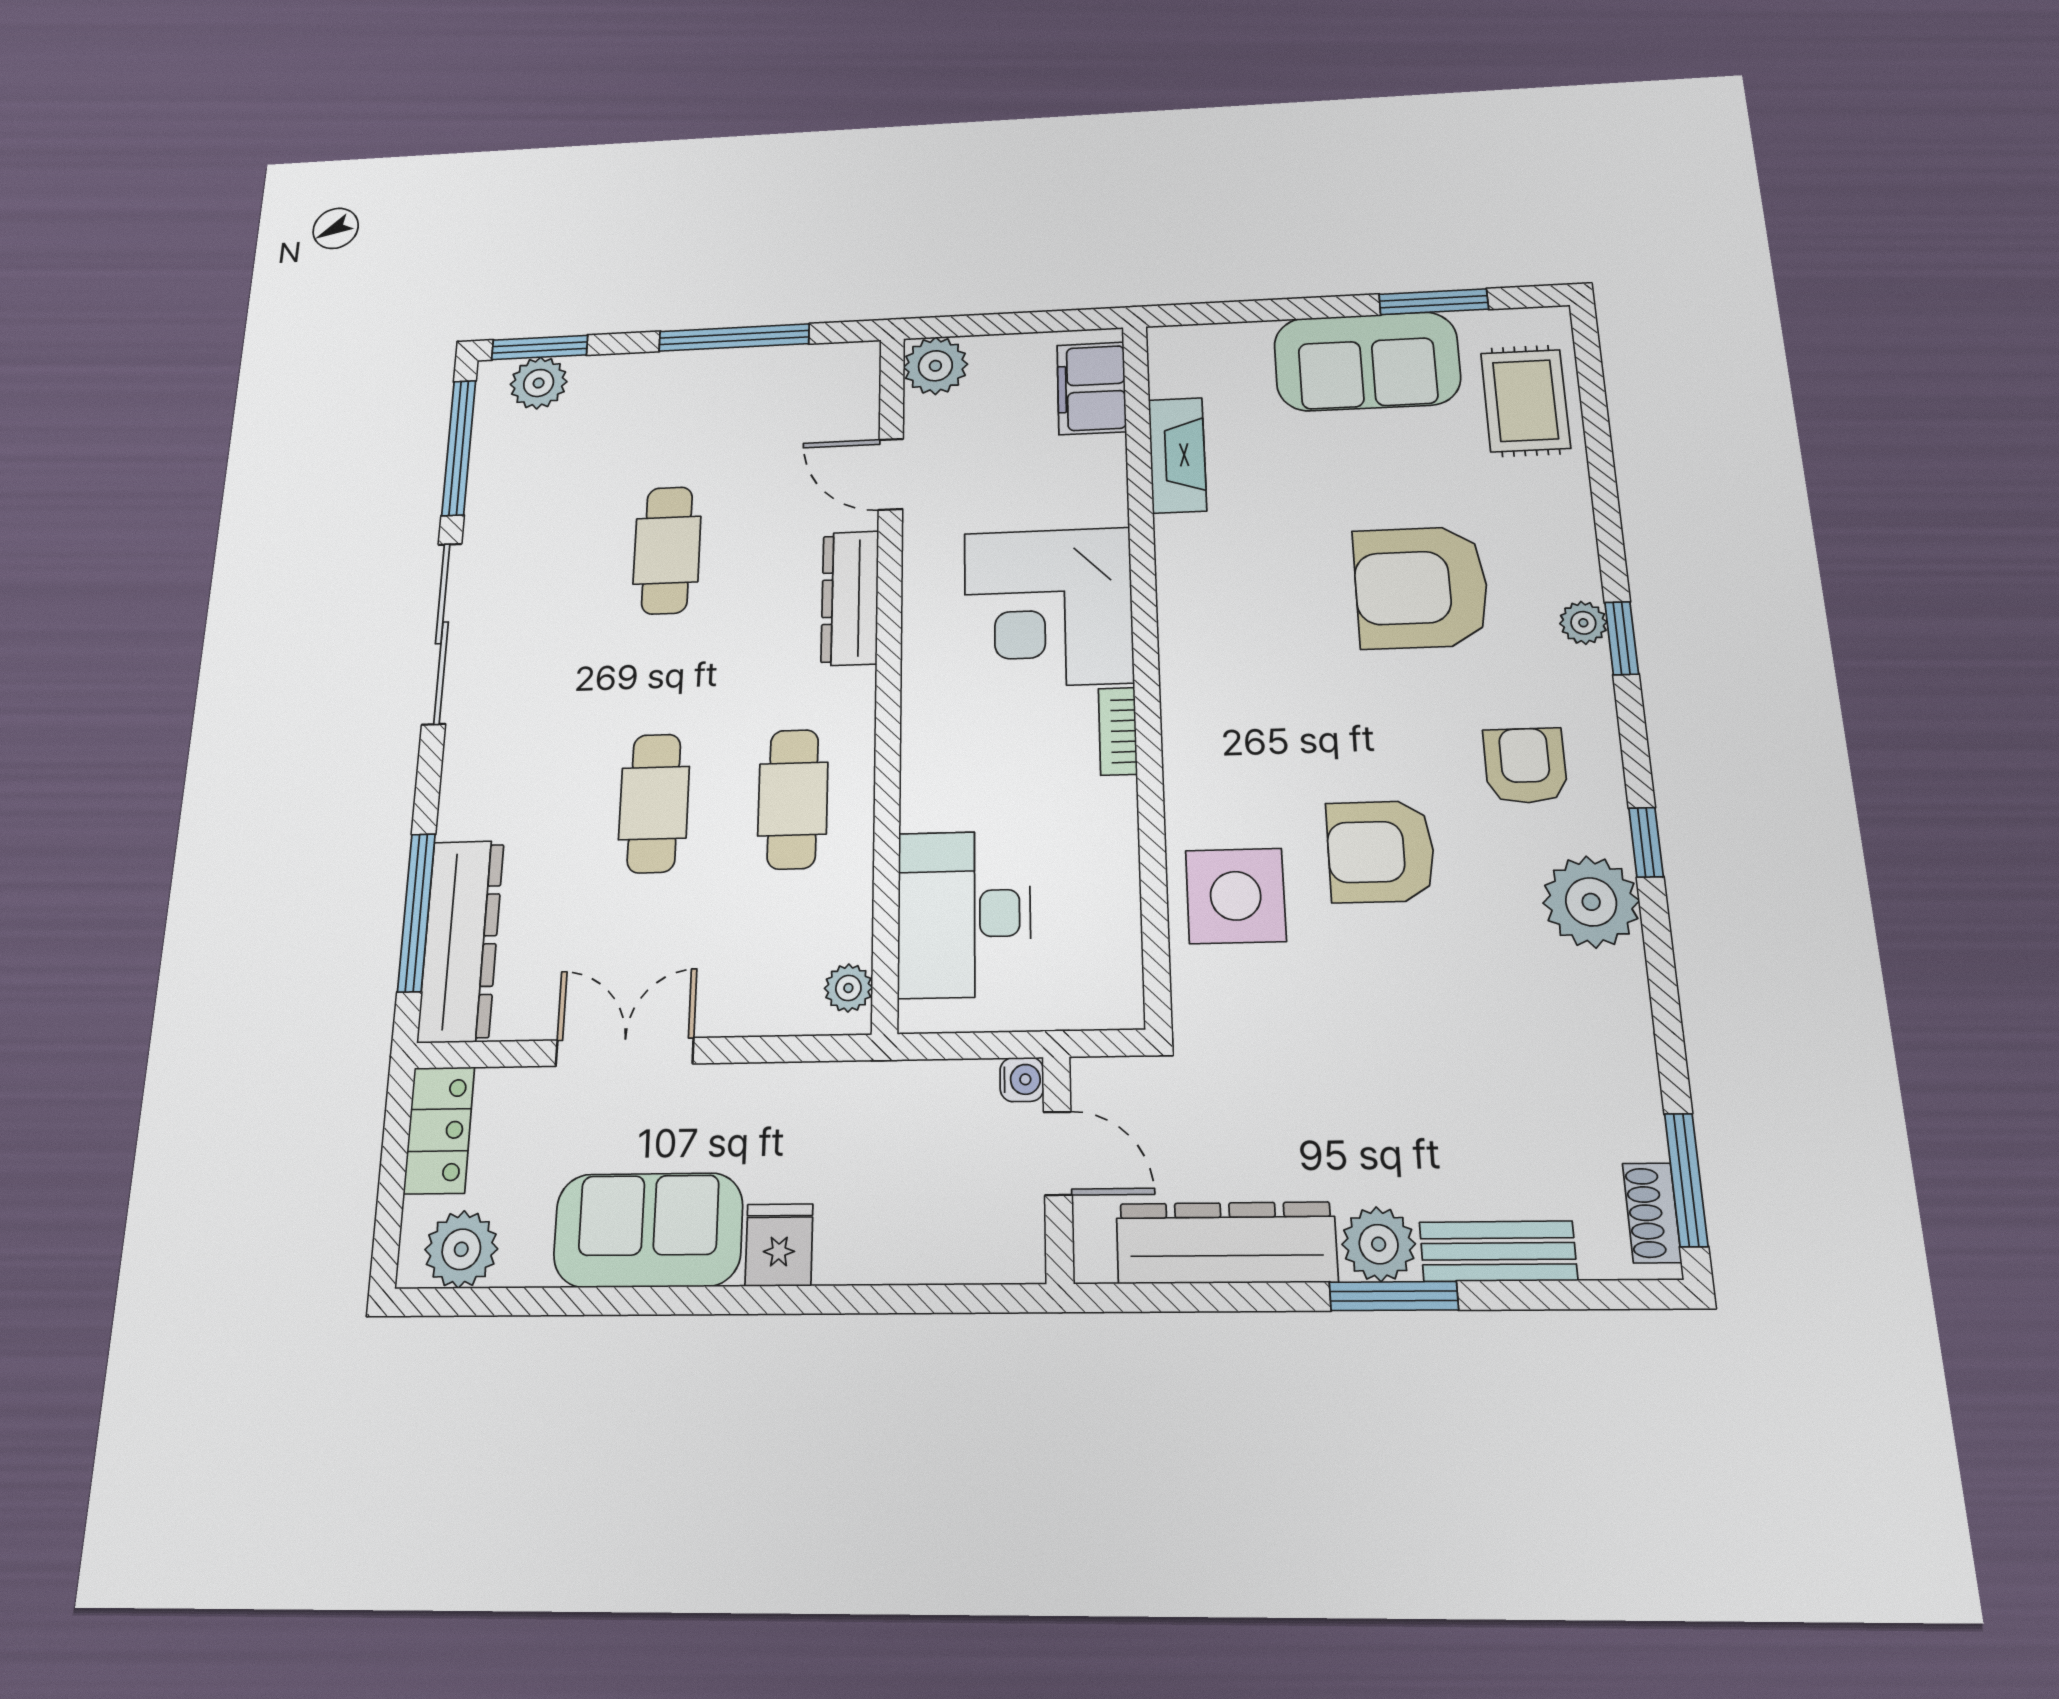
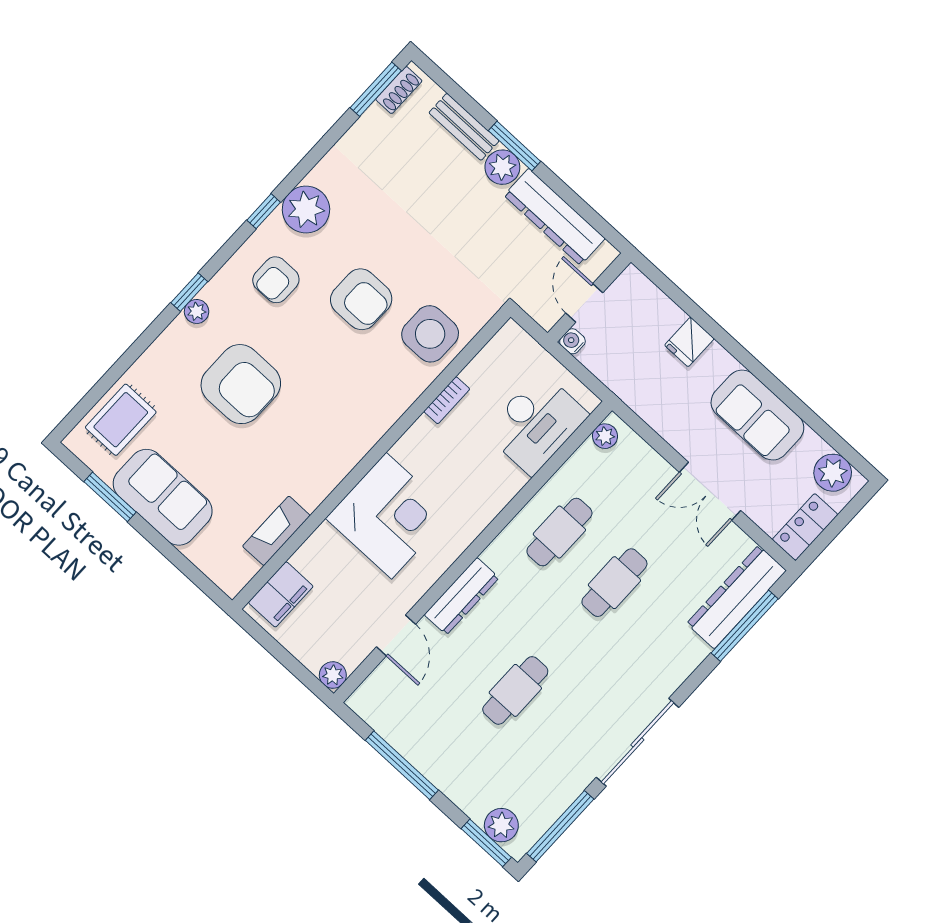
plant: (935, 366) -> (333, 675), width x0.73, depth x0.73
bookcase: (1118, 731) -> (447, 400), moved
fridge: (779, 1245) -> (689, 342), moved

